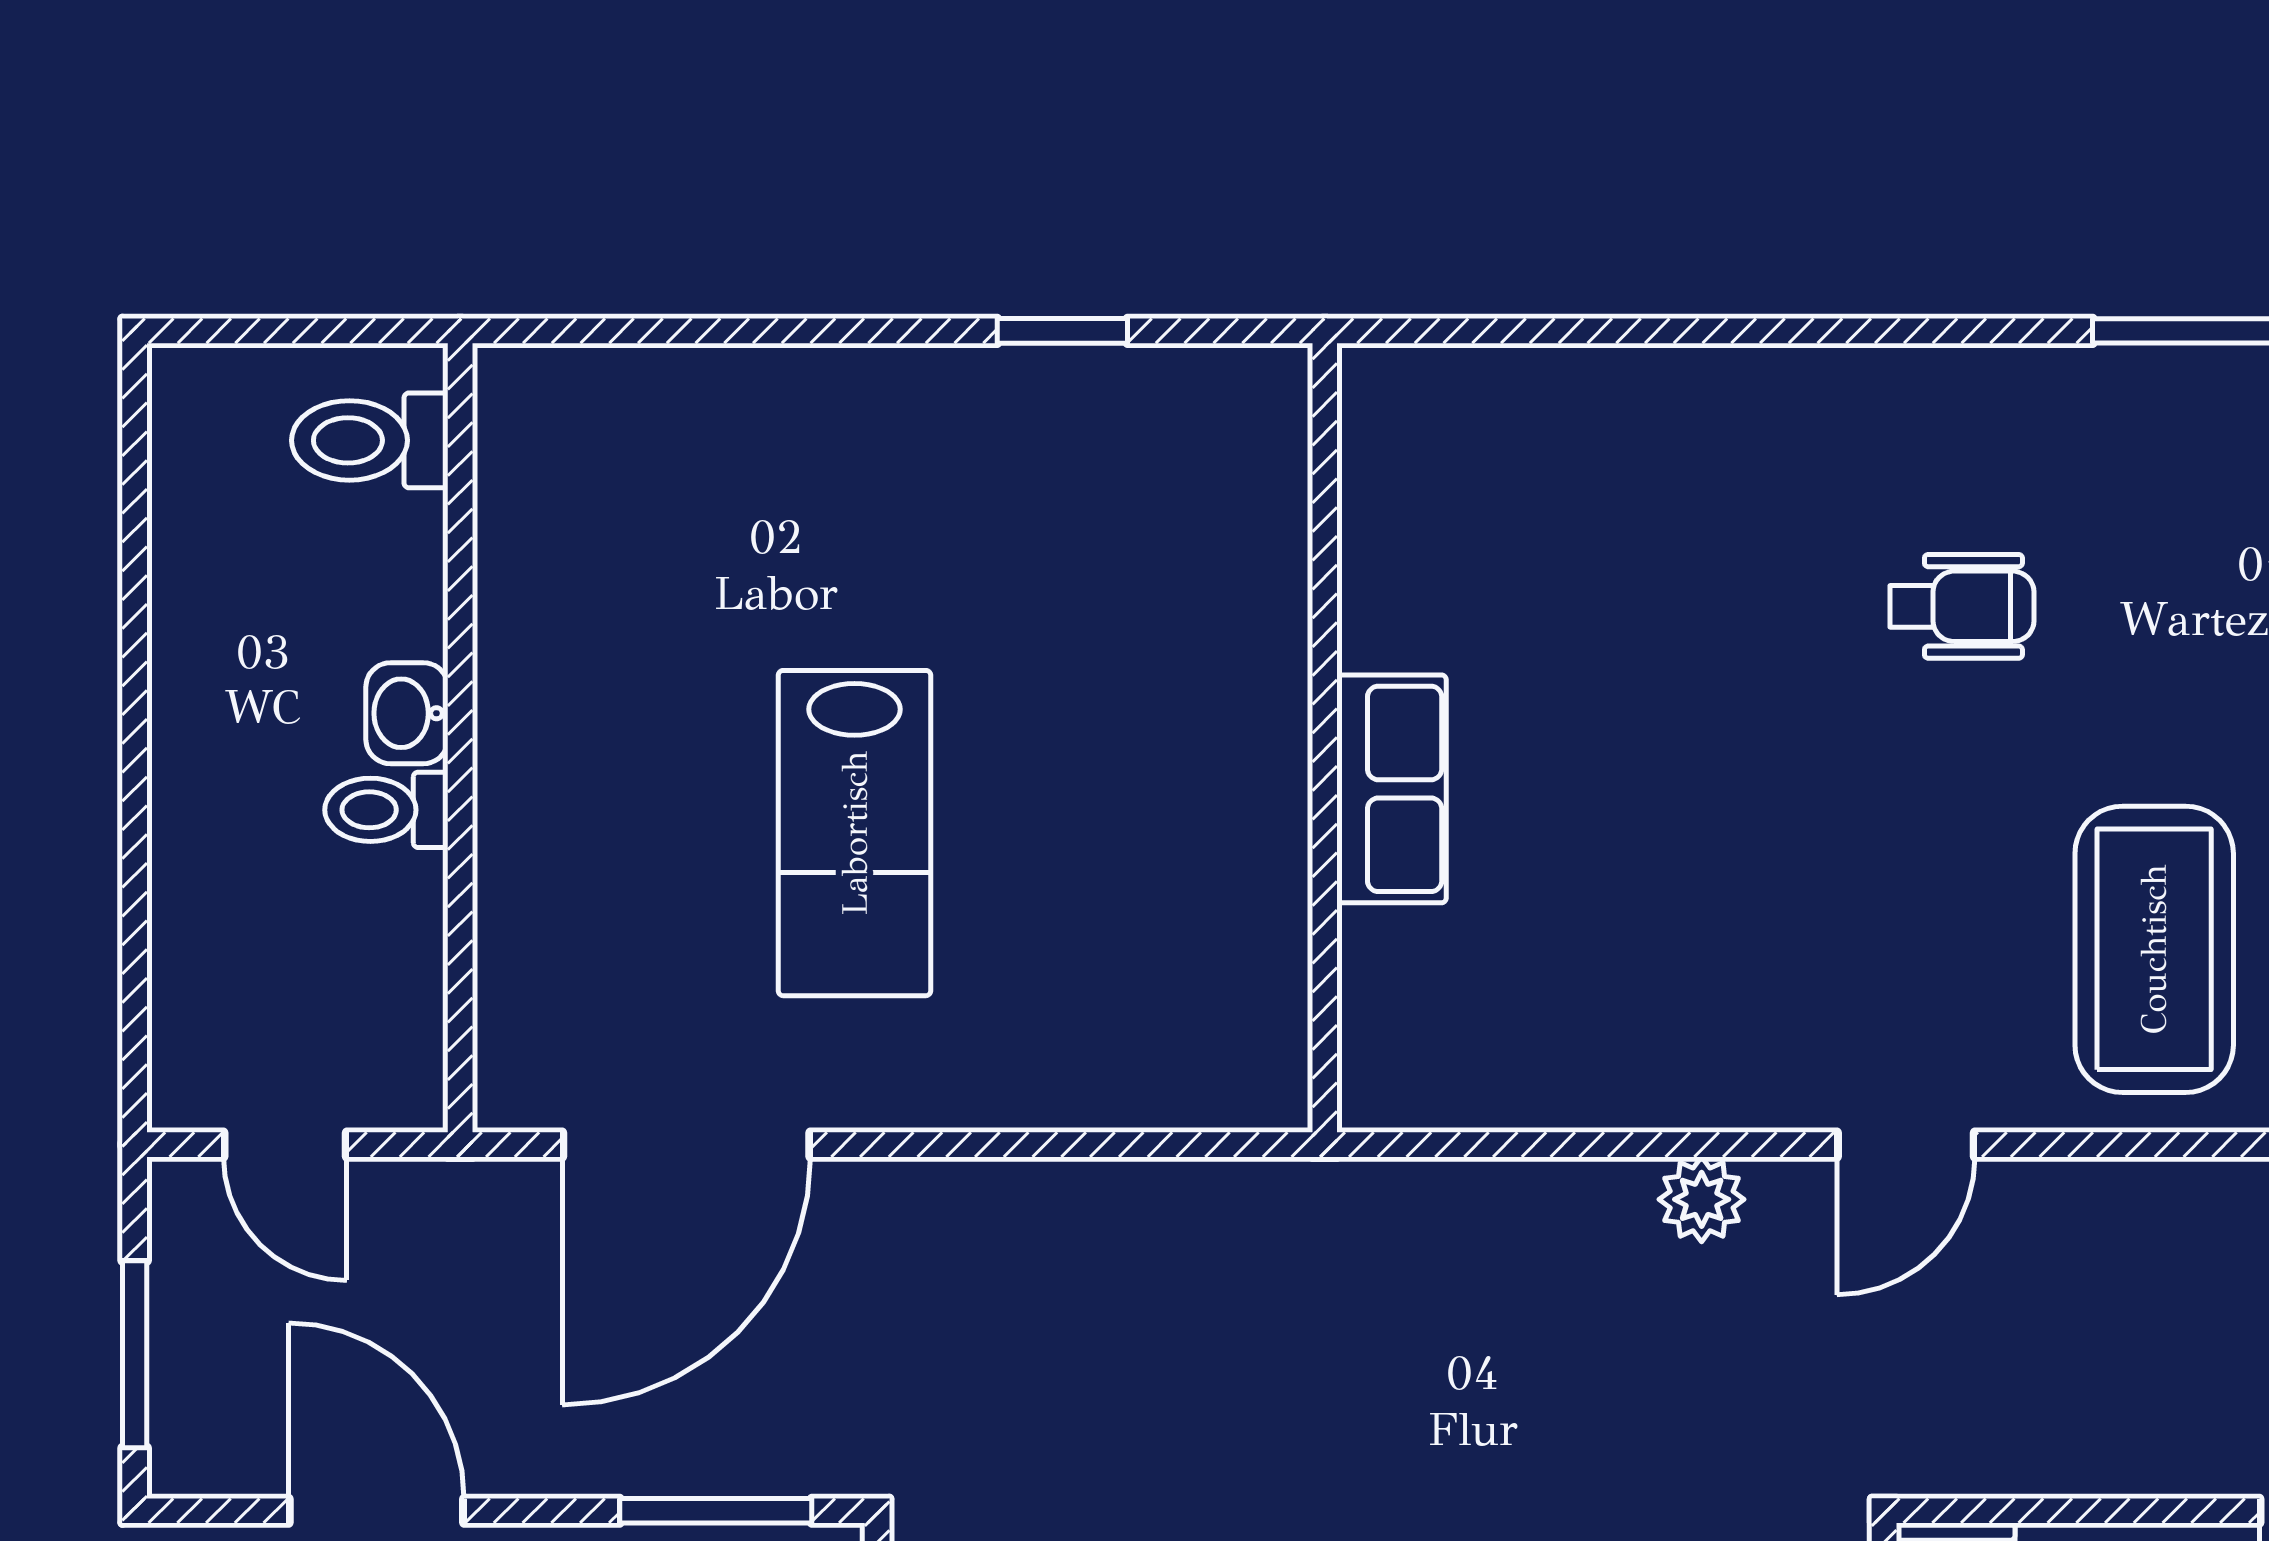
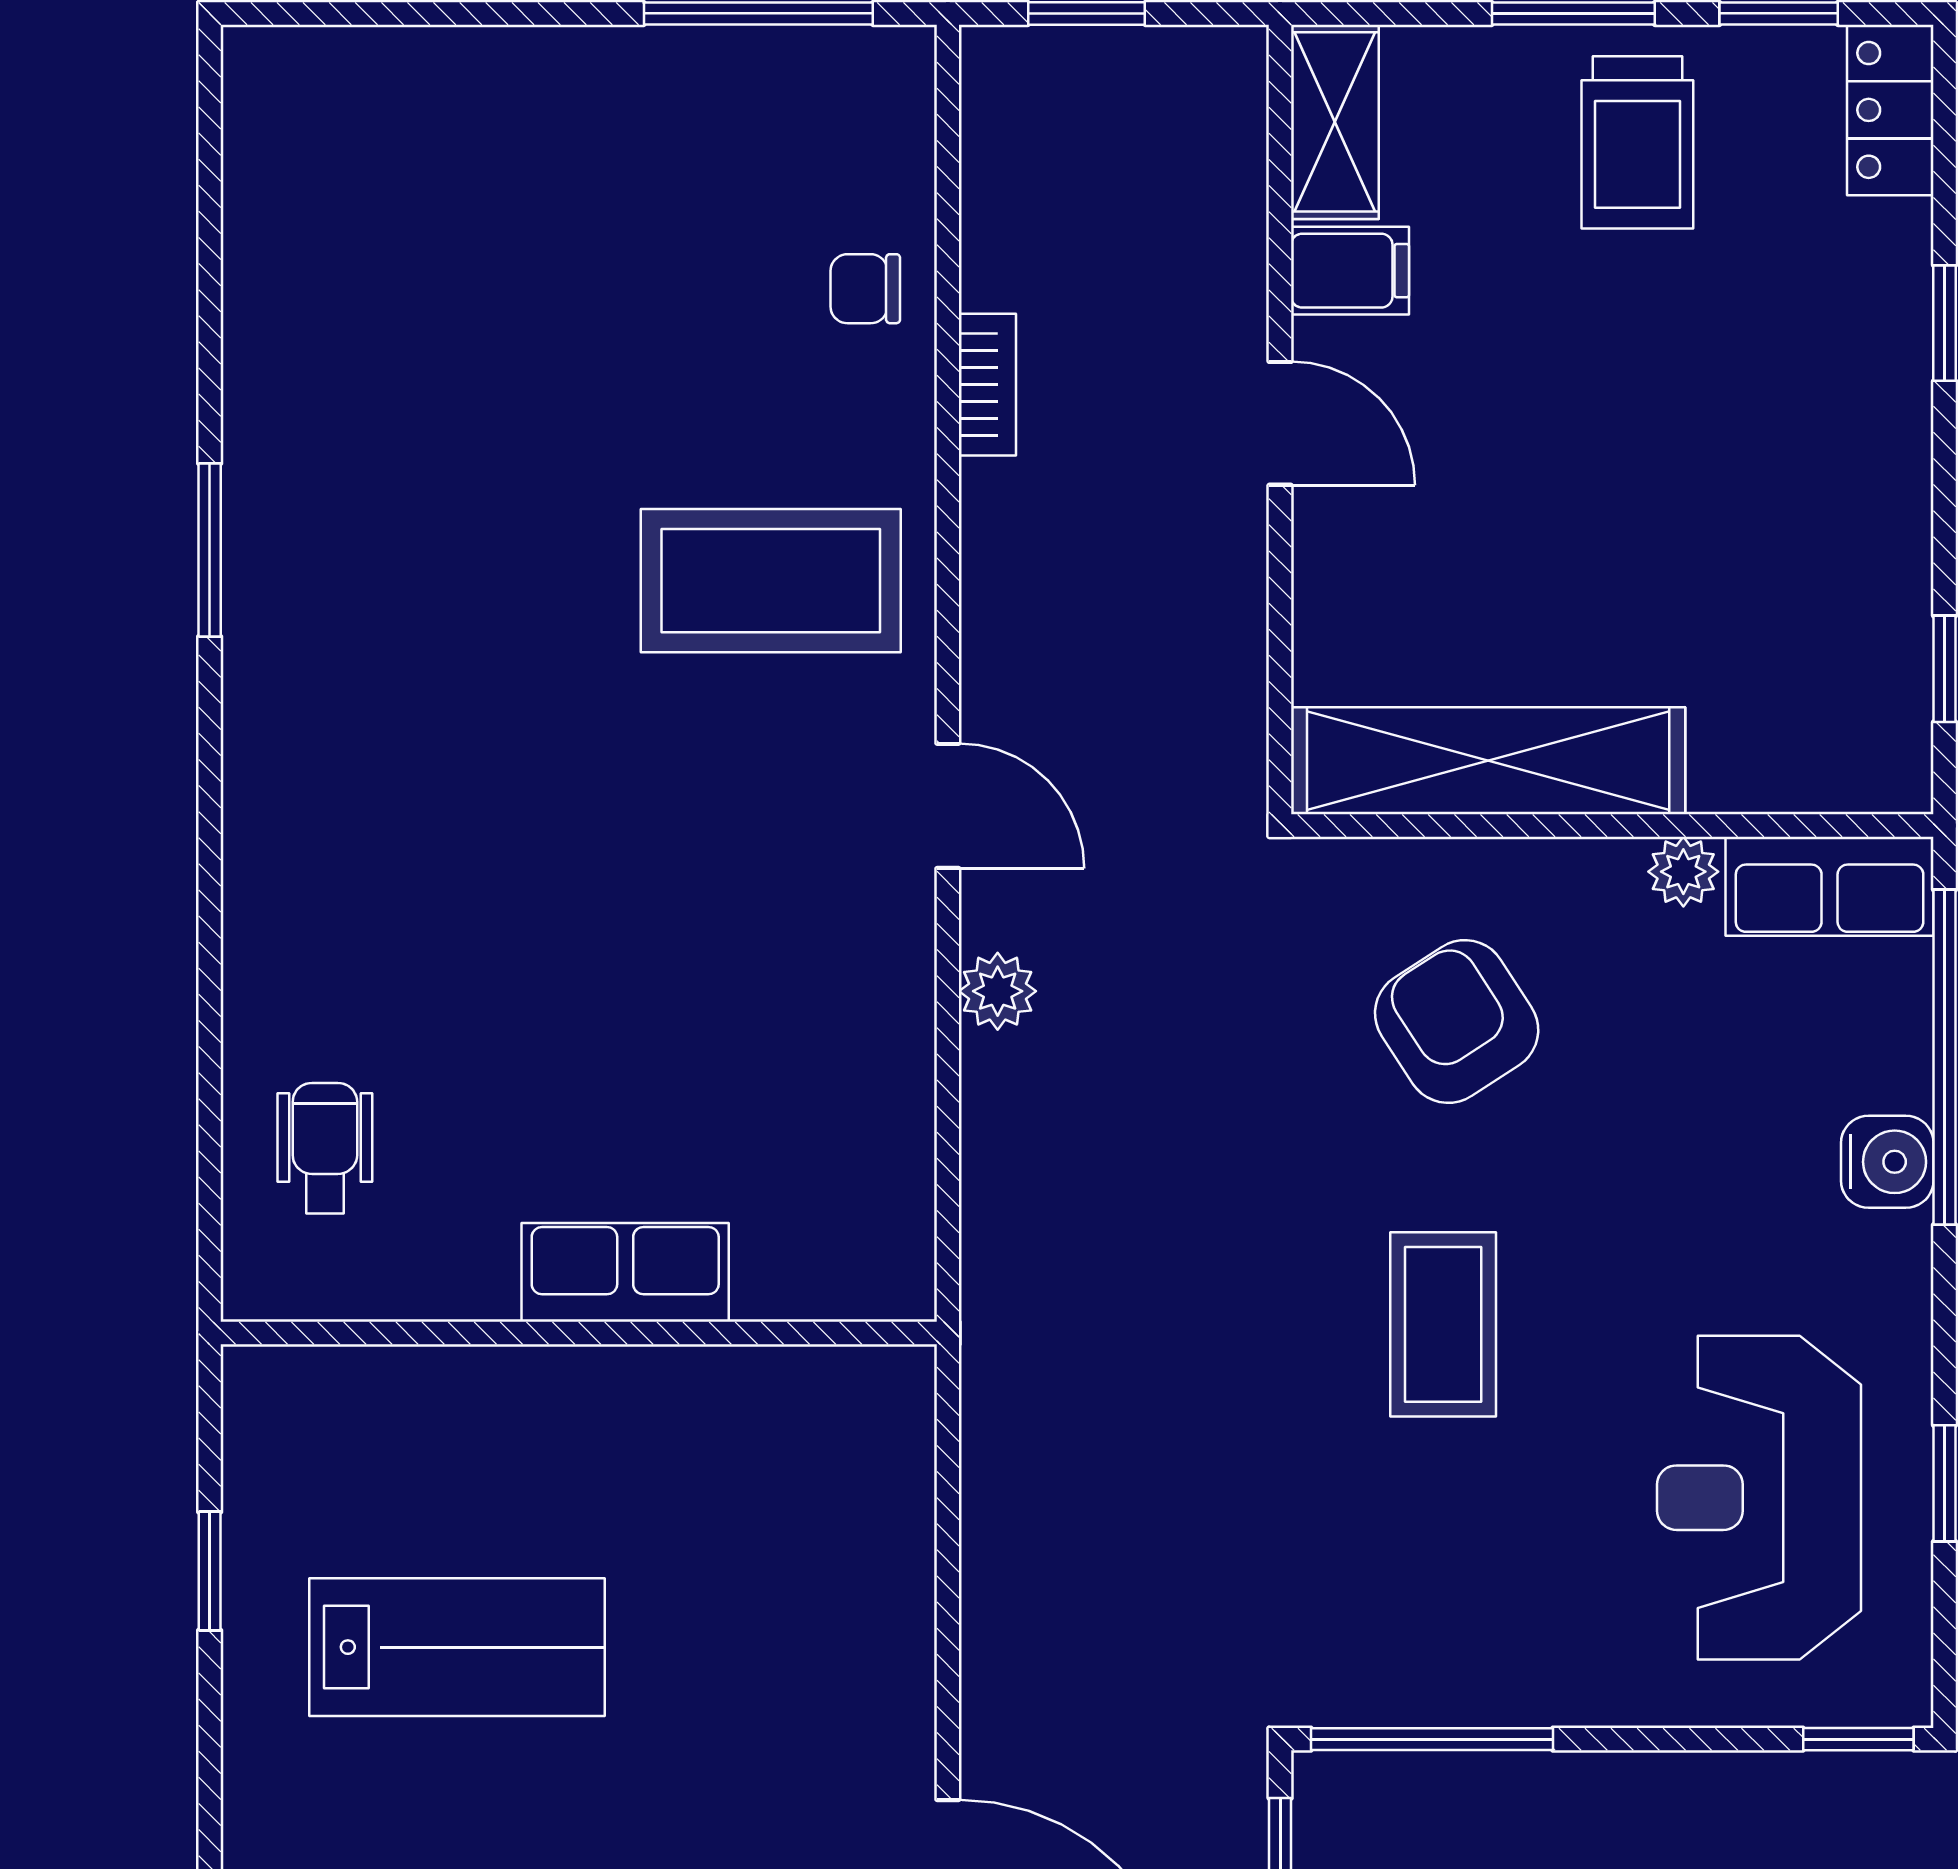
wheelchair: (1962, 606) -> (325, 1148), moved
lab bench: (855, 833) -> (457, 1647), moved

